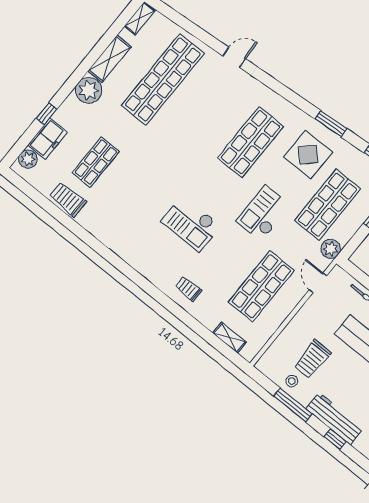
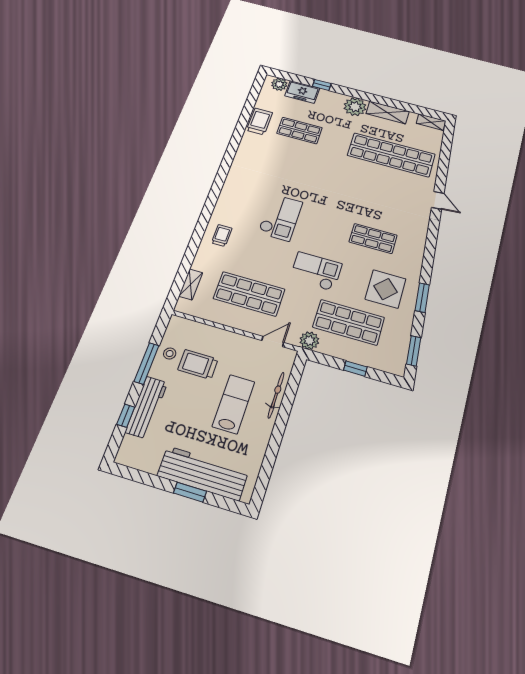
shop shelf: (251, 142) -> (373, 239), width x0.70, depth x0.74
checkout: (191, 224) -> (280, 217), turned 180

